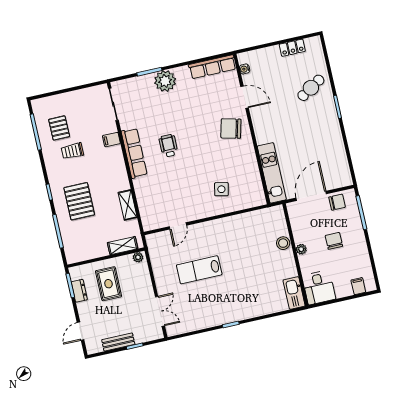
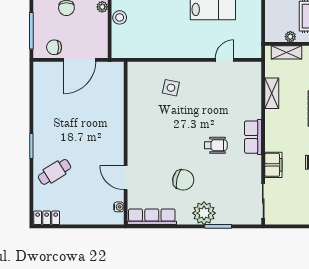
locker: (292, 48) -> (47, 218), moved
chair: (231, 129) -> (183, 180), moved
filing cabinet: (111, 140) -> (273, 165), width x2.00
wheelchair: (168, 146) -> (216, 145), turned -90
row of seats: (134, 153) -> (253, 137), width x0.68
kitchen unit: (272, 173) -> (115, 93), removed
plant: (138, 257) -> (290, 37), moved

